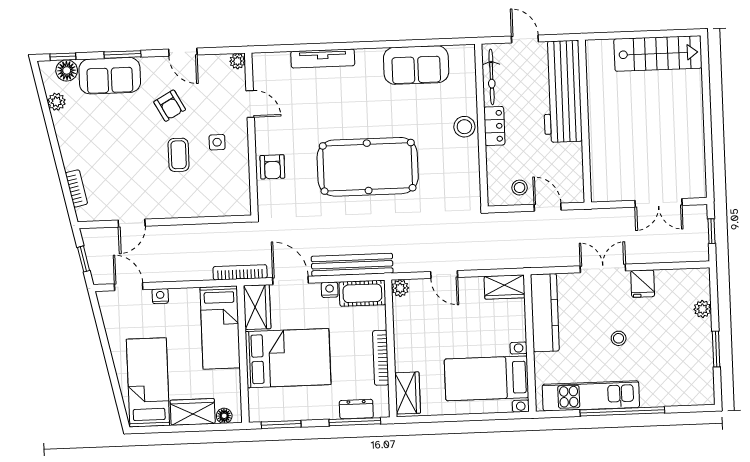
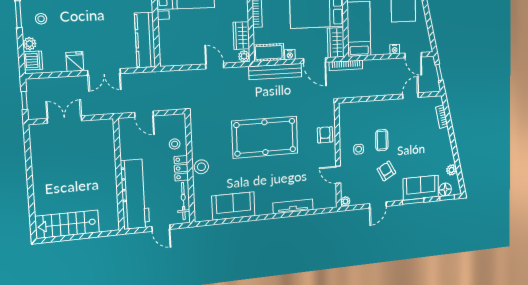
door: (183, 52) -> (378, 205), swing flipped
stool: (520, 188) -> (175, 144), moved
dishwasher: (699, 286) -> (33, 60), added
wardrobe: (505, 287) -> (241, 36), moved, turned -90
stool: (619, 338) -> (41, 19), moved

